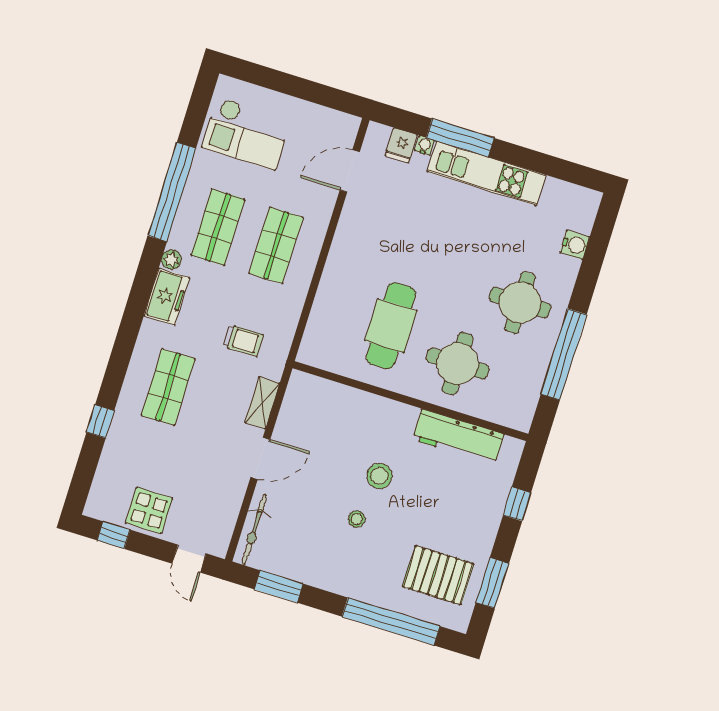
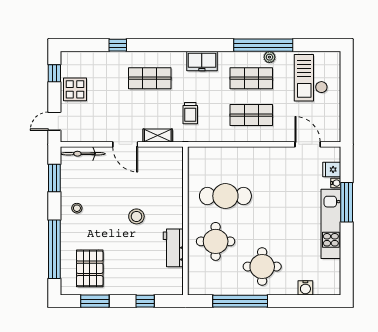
plant: (171, 260) -> (269, 57), moved
workbench: (458, 437) -> (173, 248), width x0.73
stool: (357, 519) -> (77, 208), moved

